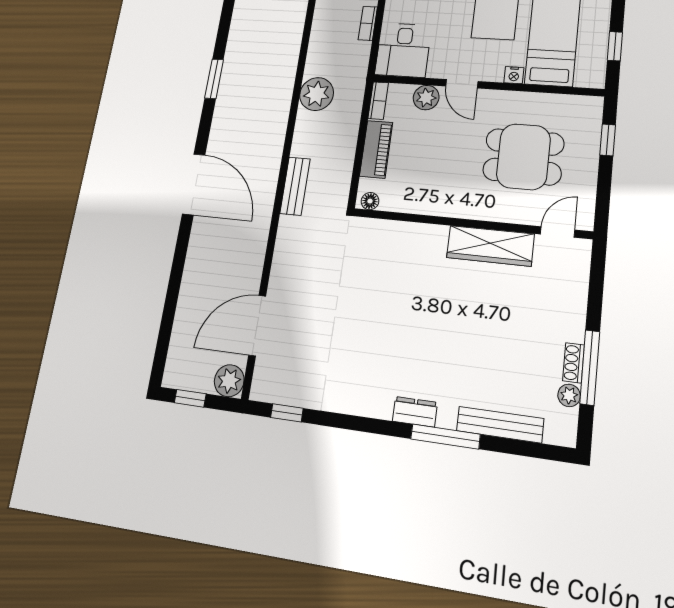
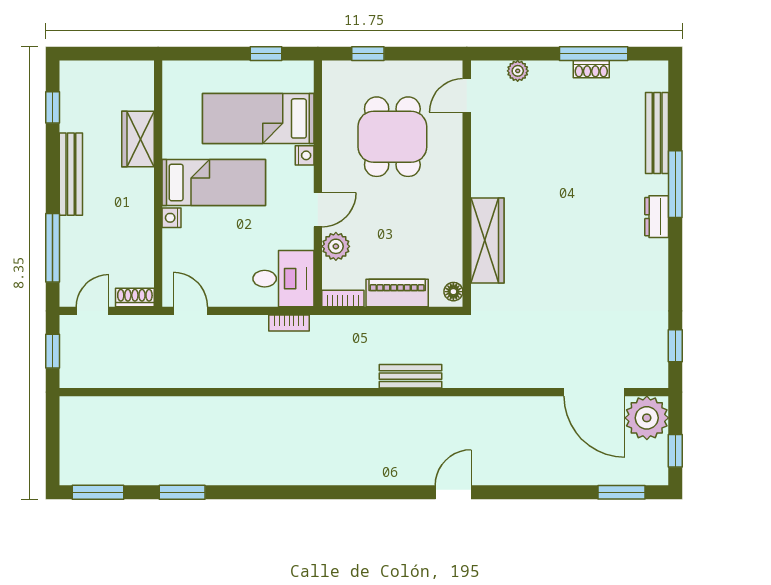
bookcase: (368, 23) -> (289, 323), moved
window: (214, 79) -> (621, 492), moved
plant: (317, 94) -> (340, 369), removed
door: (194, 184) -> (453, 492), width x0.53
bench: (295, 186) -> (410, 376), moved
door: (558, 232) -> (467, 95), hinge flipped
wardrobe: (490, 246) -> (487, 240), moved
plant: (229, 381) -> (647, 418), width x1.36, depth x1.36
plant: (569, 395) -> (518, 71), moved

